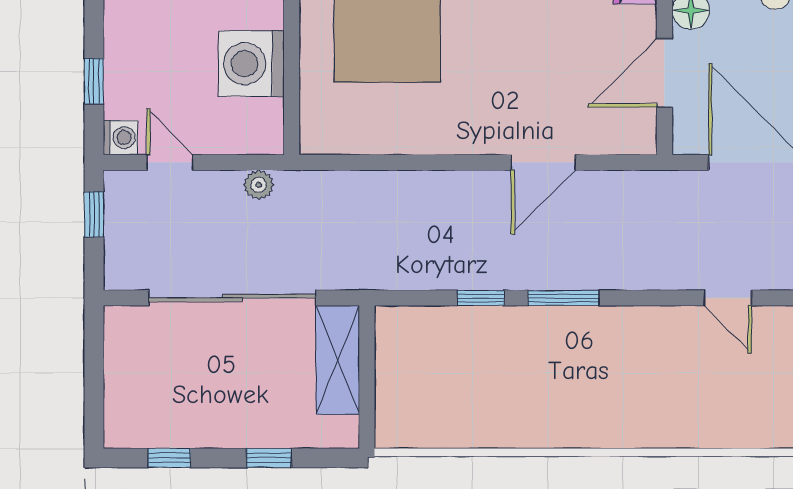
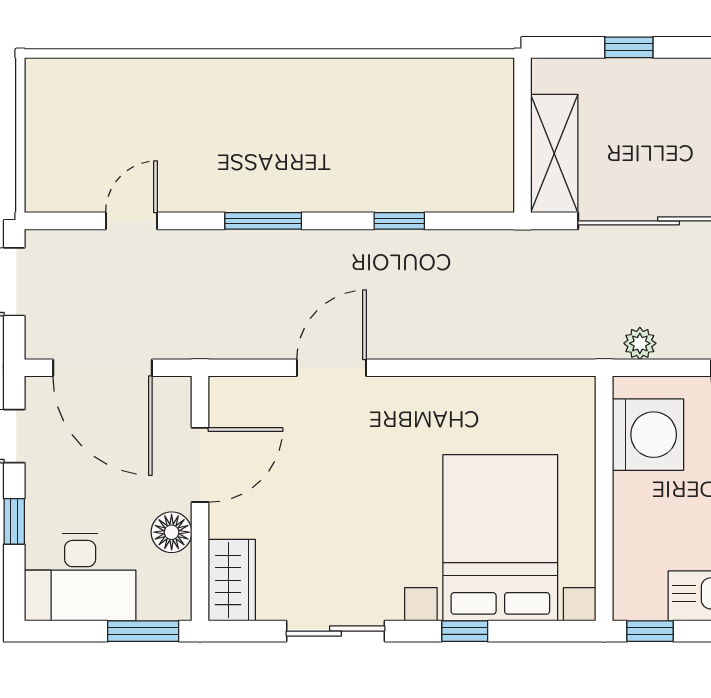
washing machine: (251, 64) -> (648, 435), moved
window: (563, 298) -> (263, 221), moved
door: (728, 298) -> (131, 221), hinge flipped

